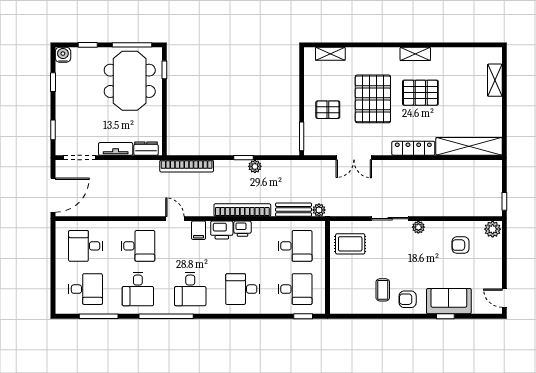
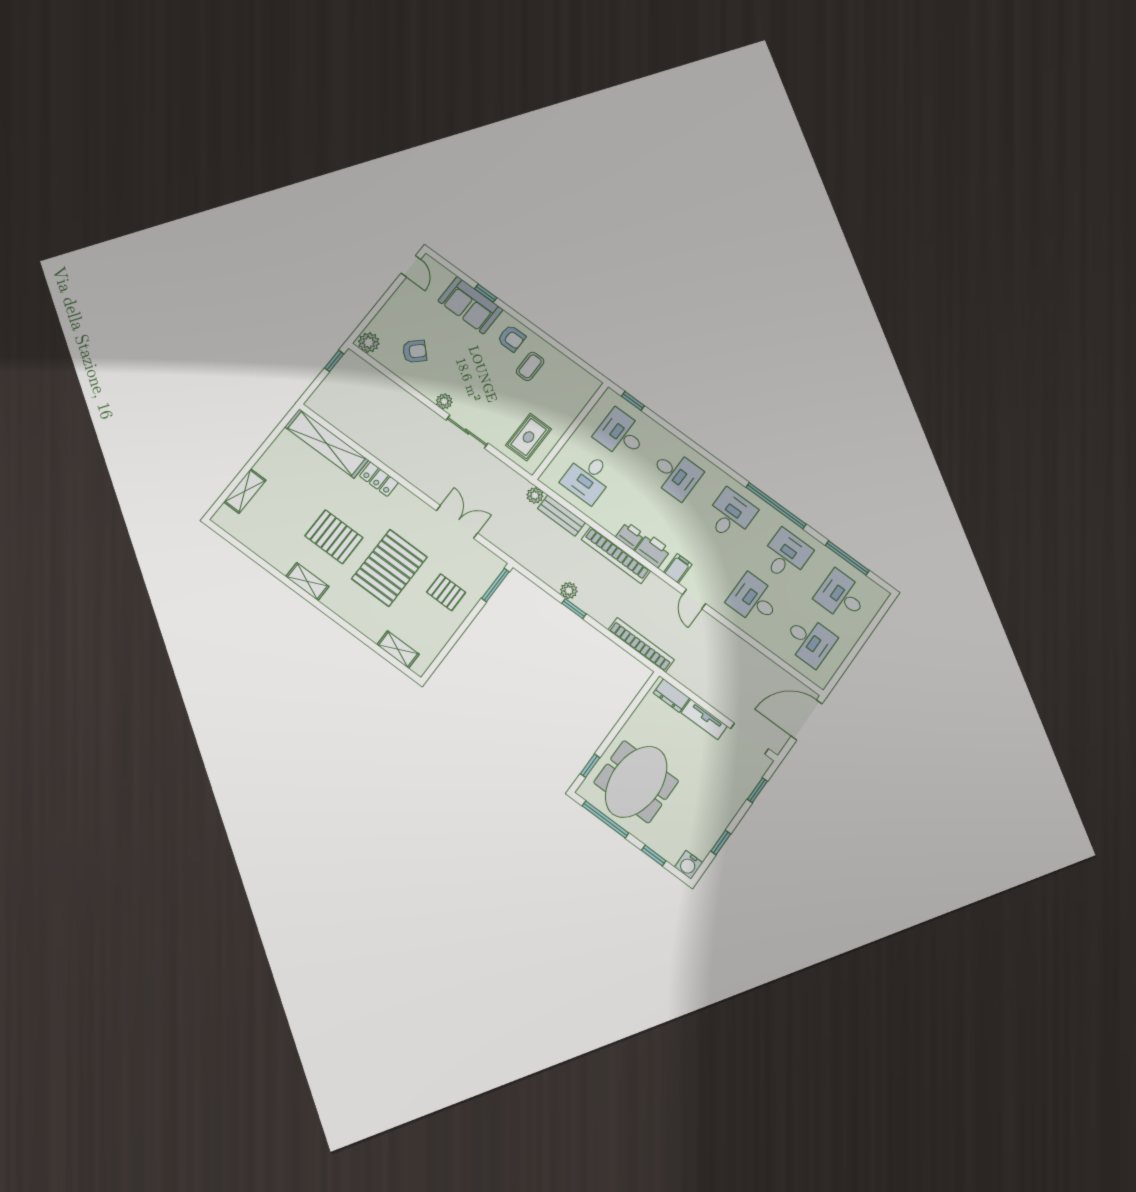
locker: (413, 148) -> (379, 479), width x0.66
rug: (350, 244) -> (529, 437), turned 90
armchair: (460, 245) -> (415, 351), turned -44
desk: (295, 246) -> (588, 478), turned -90

